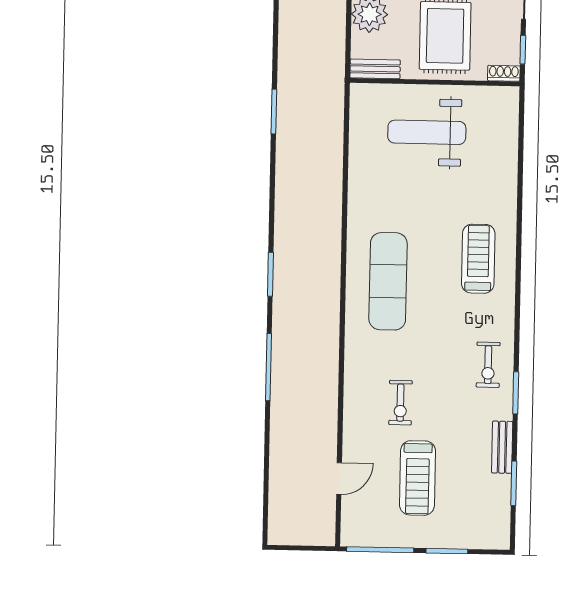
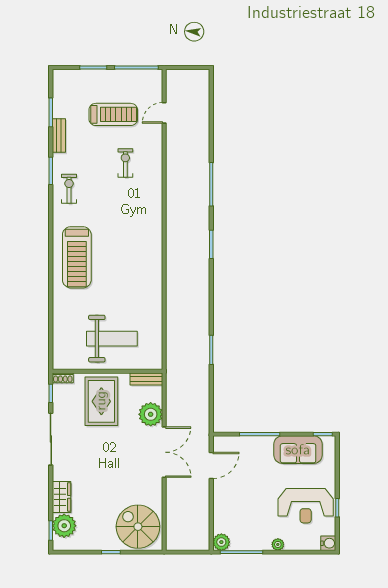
treadmill: (478, 259) -> (77, 257), width x1.37, depth x1.38
exercise mat: (388, 281) -> (135, 241), removed
treadmill: (418, 478) -> (113, 114), turned 90

